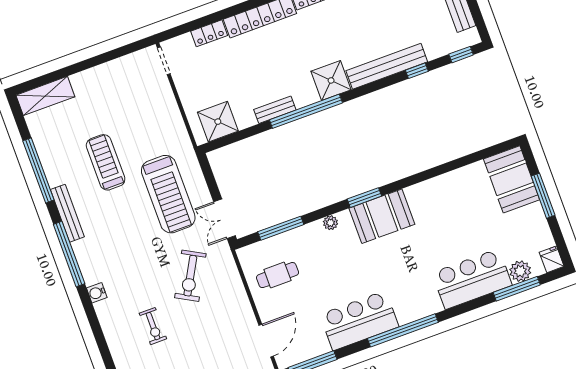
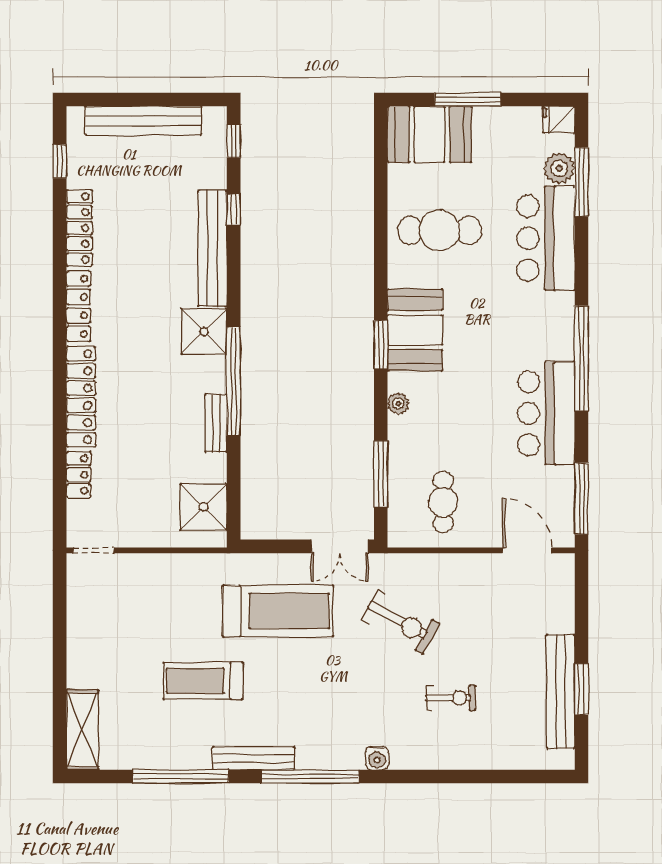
cafe table: (452, 208) -> (439, 230), added

